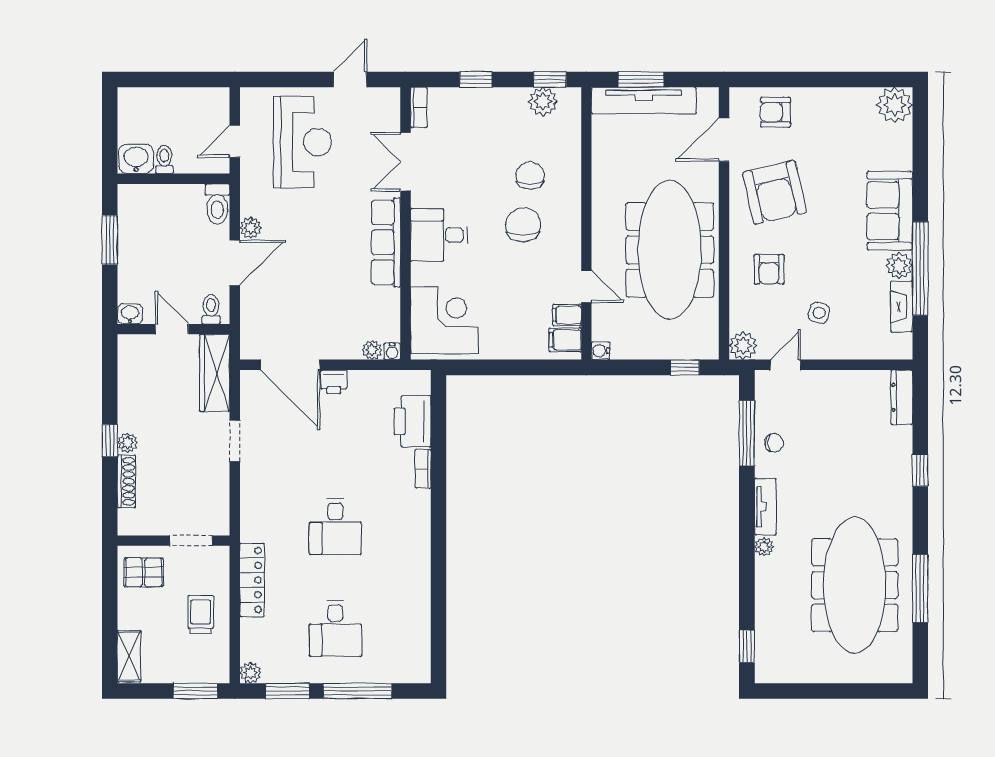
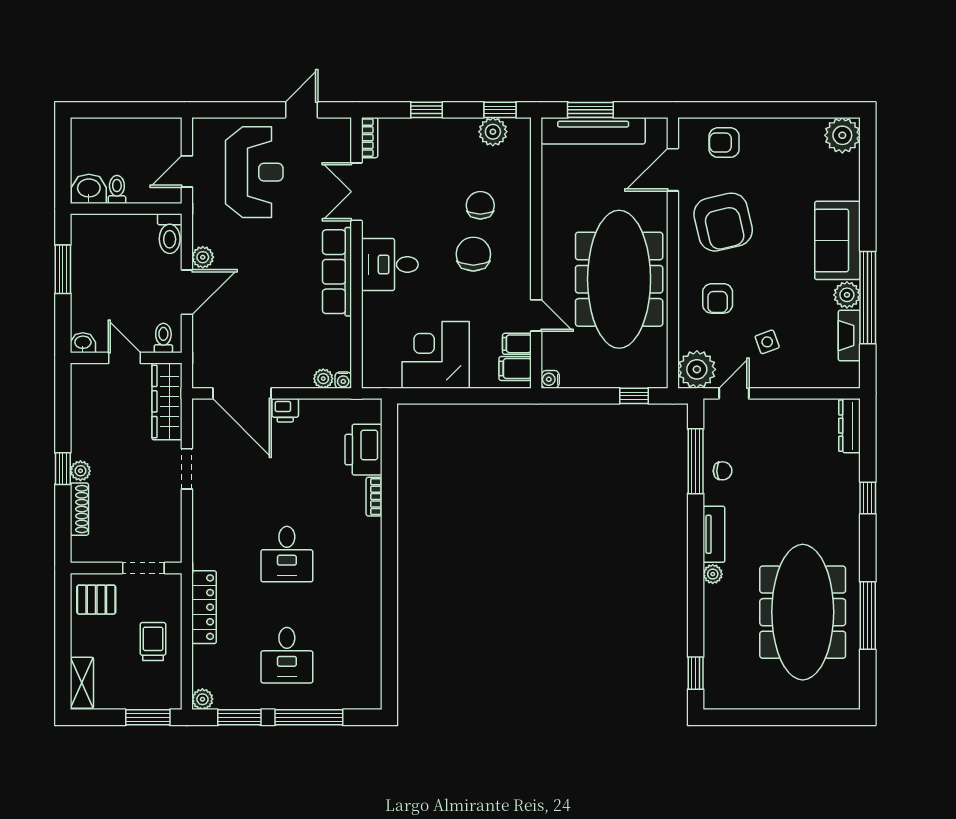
side table: (819, 313) -> (767, 342), turned -36
corner desk: (444, 320) -> (436, 355), moved, turned -90
plant: (743, 346) -> (697, 369), width x1.36, depth x1.36

